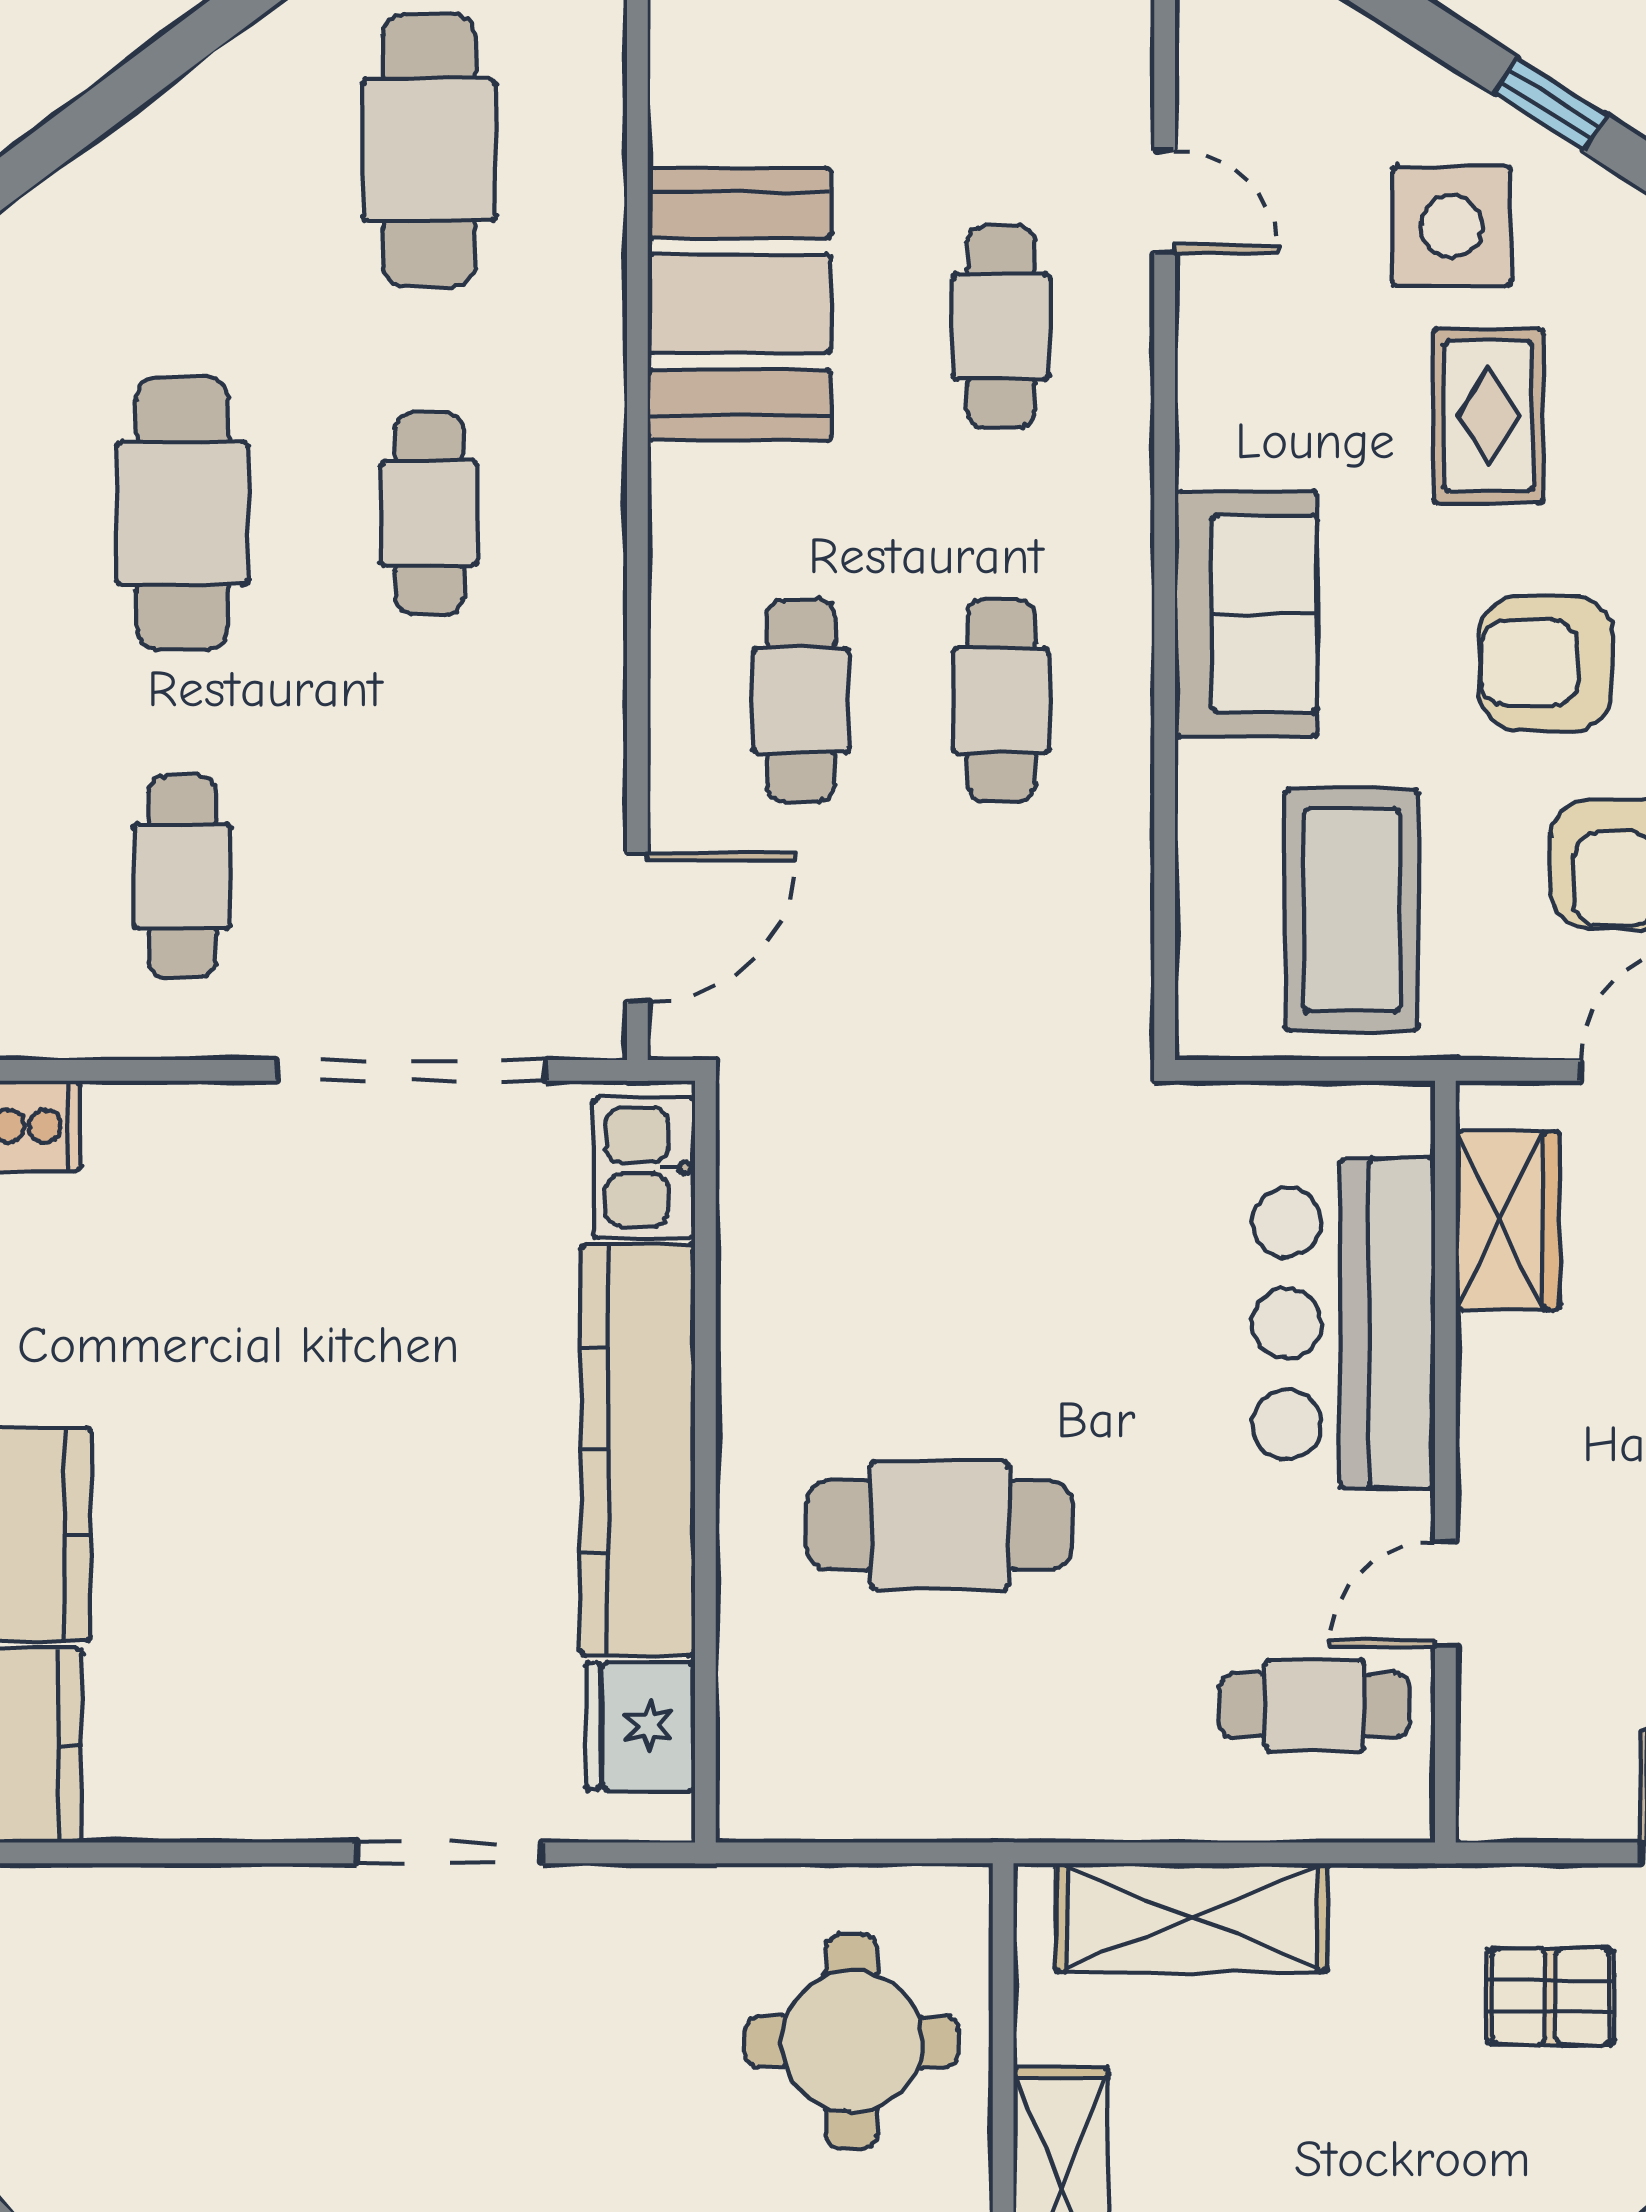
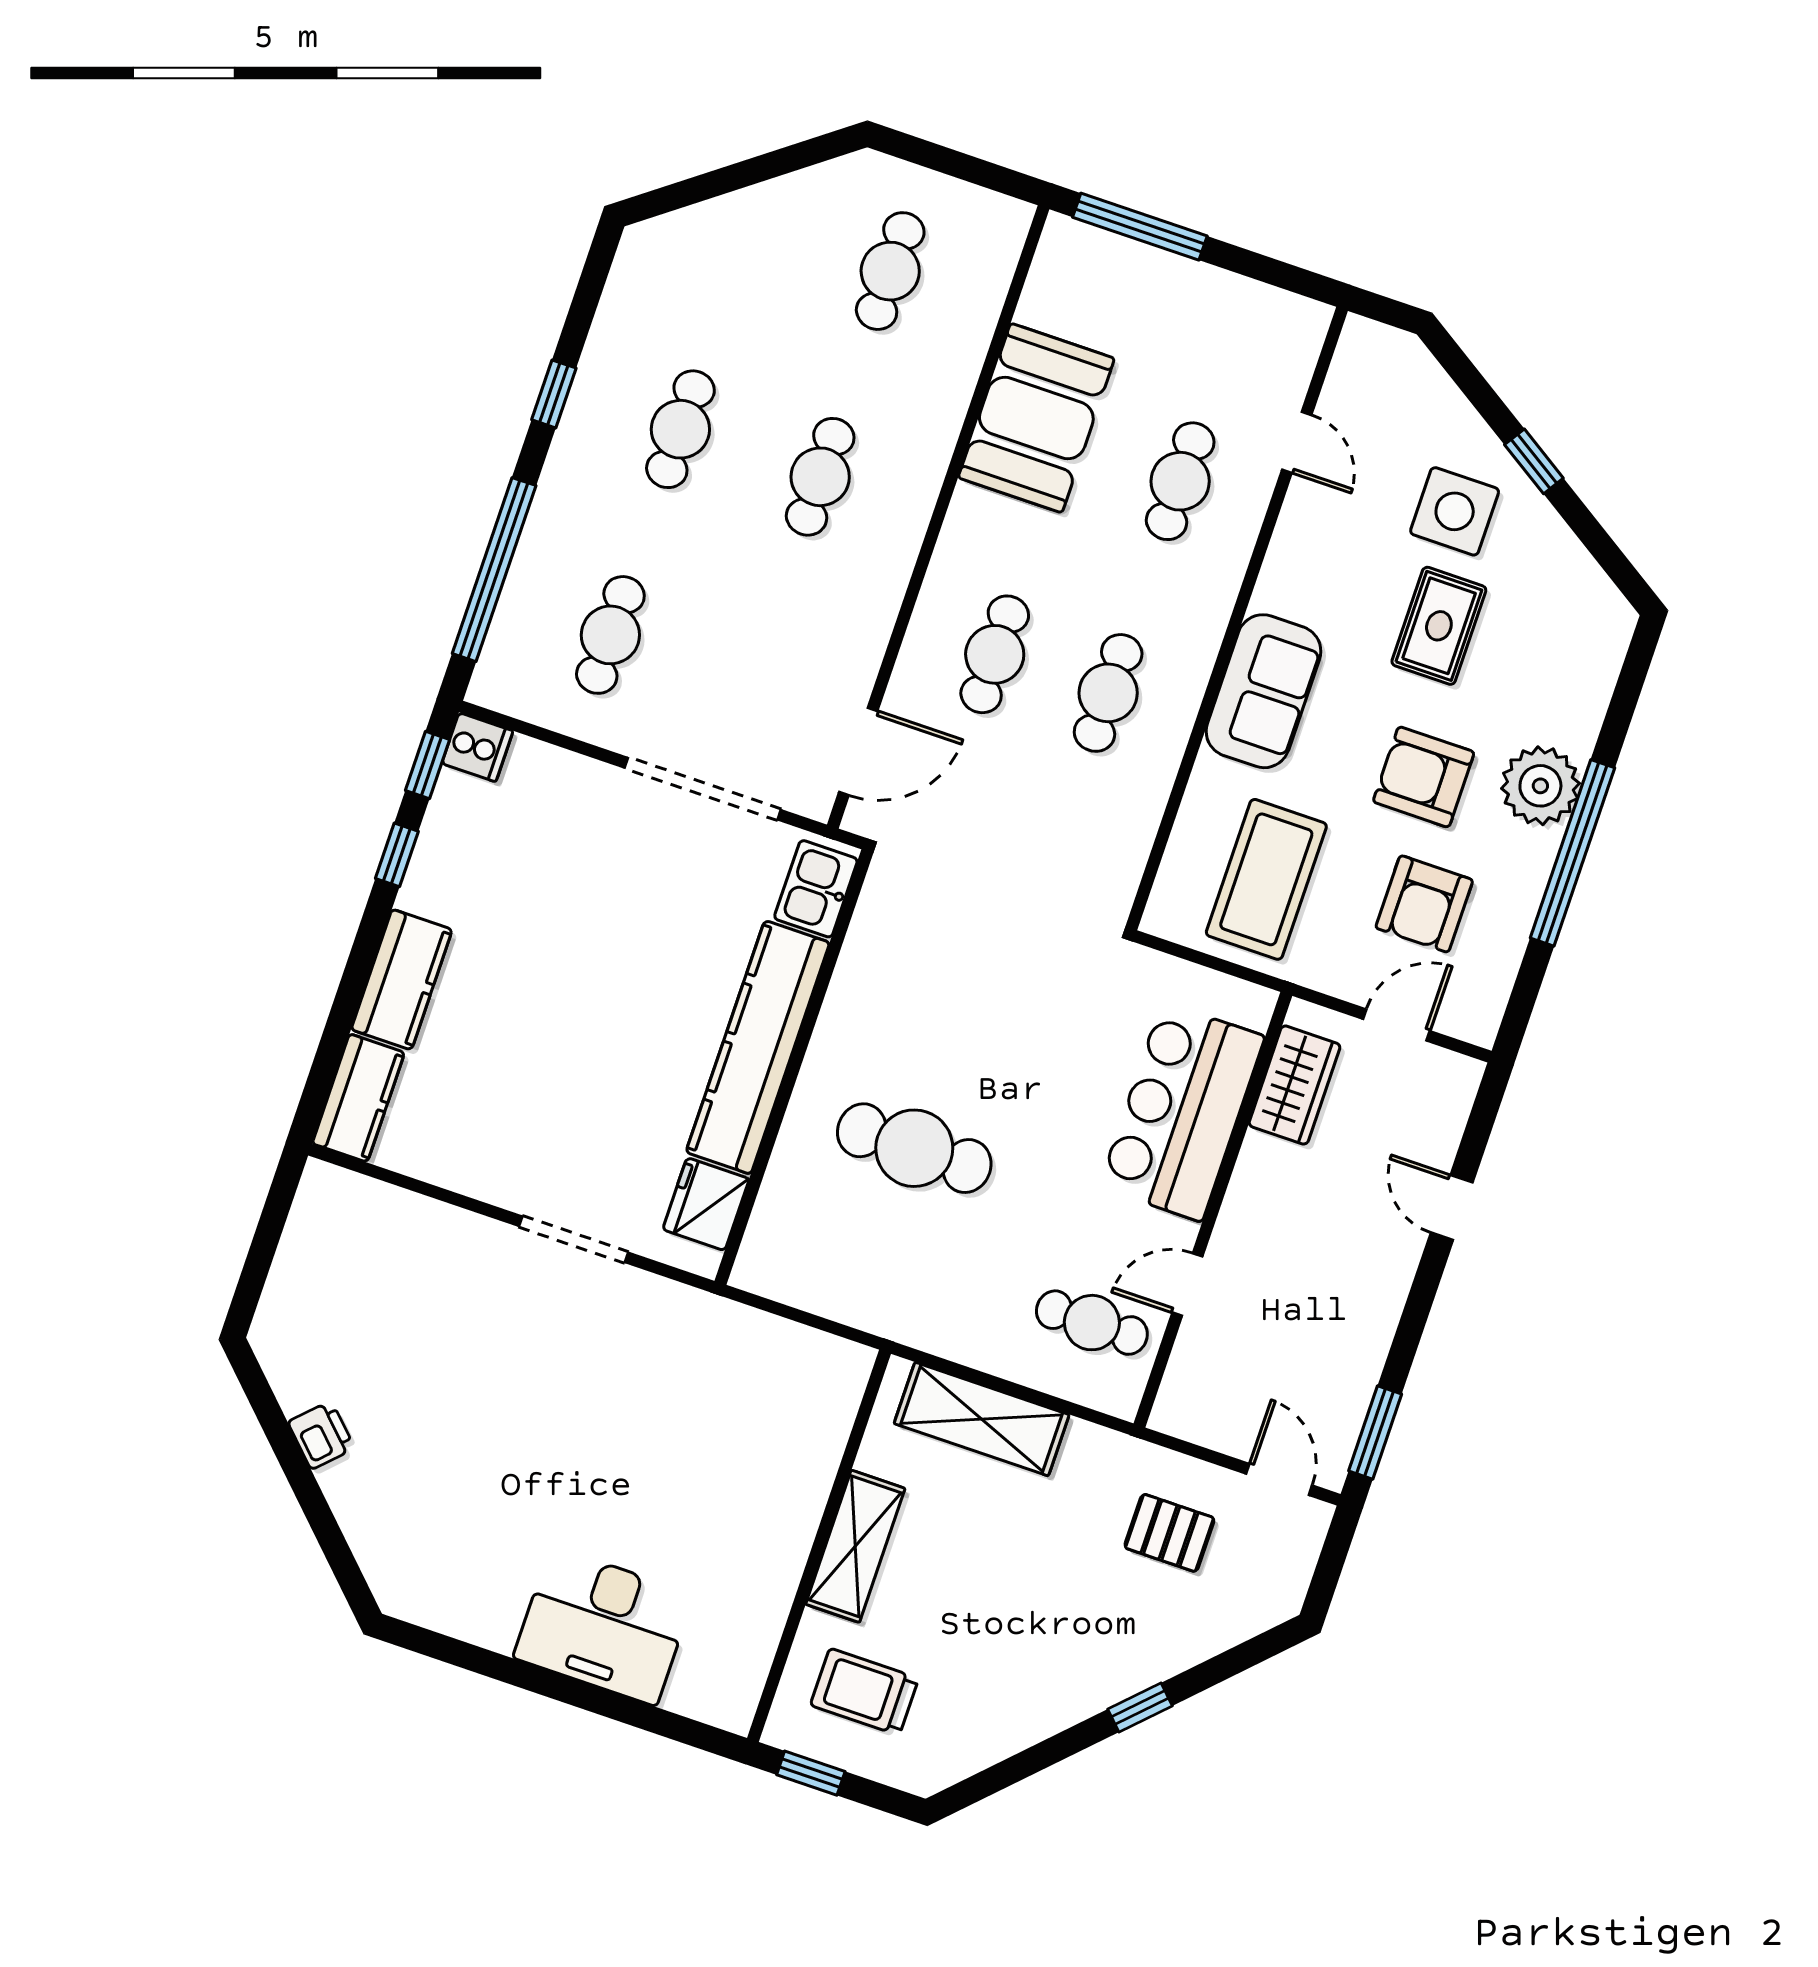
cafe table: (429, 150) -> (890, 271), width x0.73, depth x0.74
cafe table: (182, 513) -> (680, 429), width x0.73, depth x0.74
round table: (852, 2041) -> (765, 1424), removed

